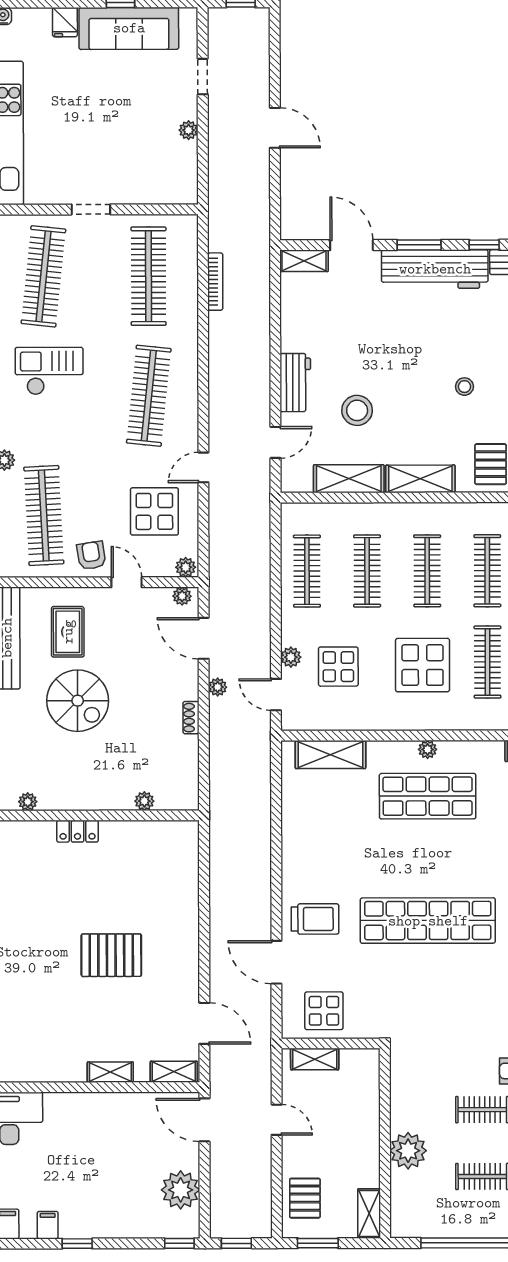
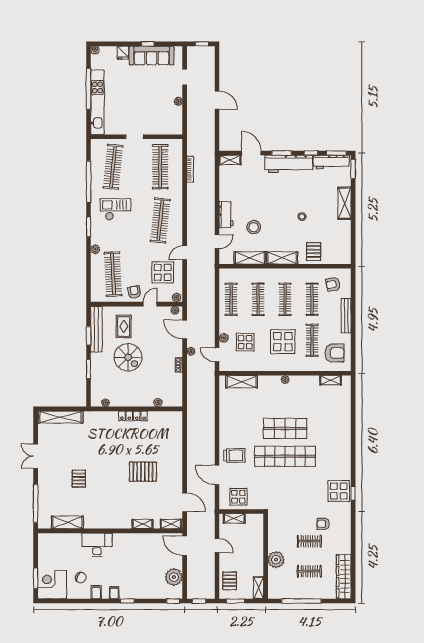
door: (126, 582) -> (150, 304), hinge flipped
shop shelf: (428, 796) -> (285, 428), moved
locker: (78, 831) -> (133, 416), width x1.53

